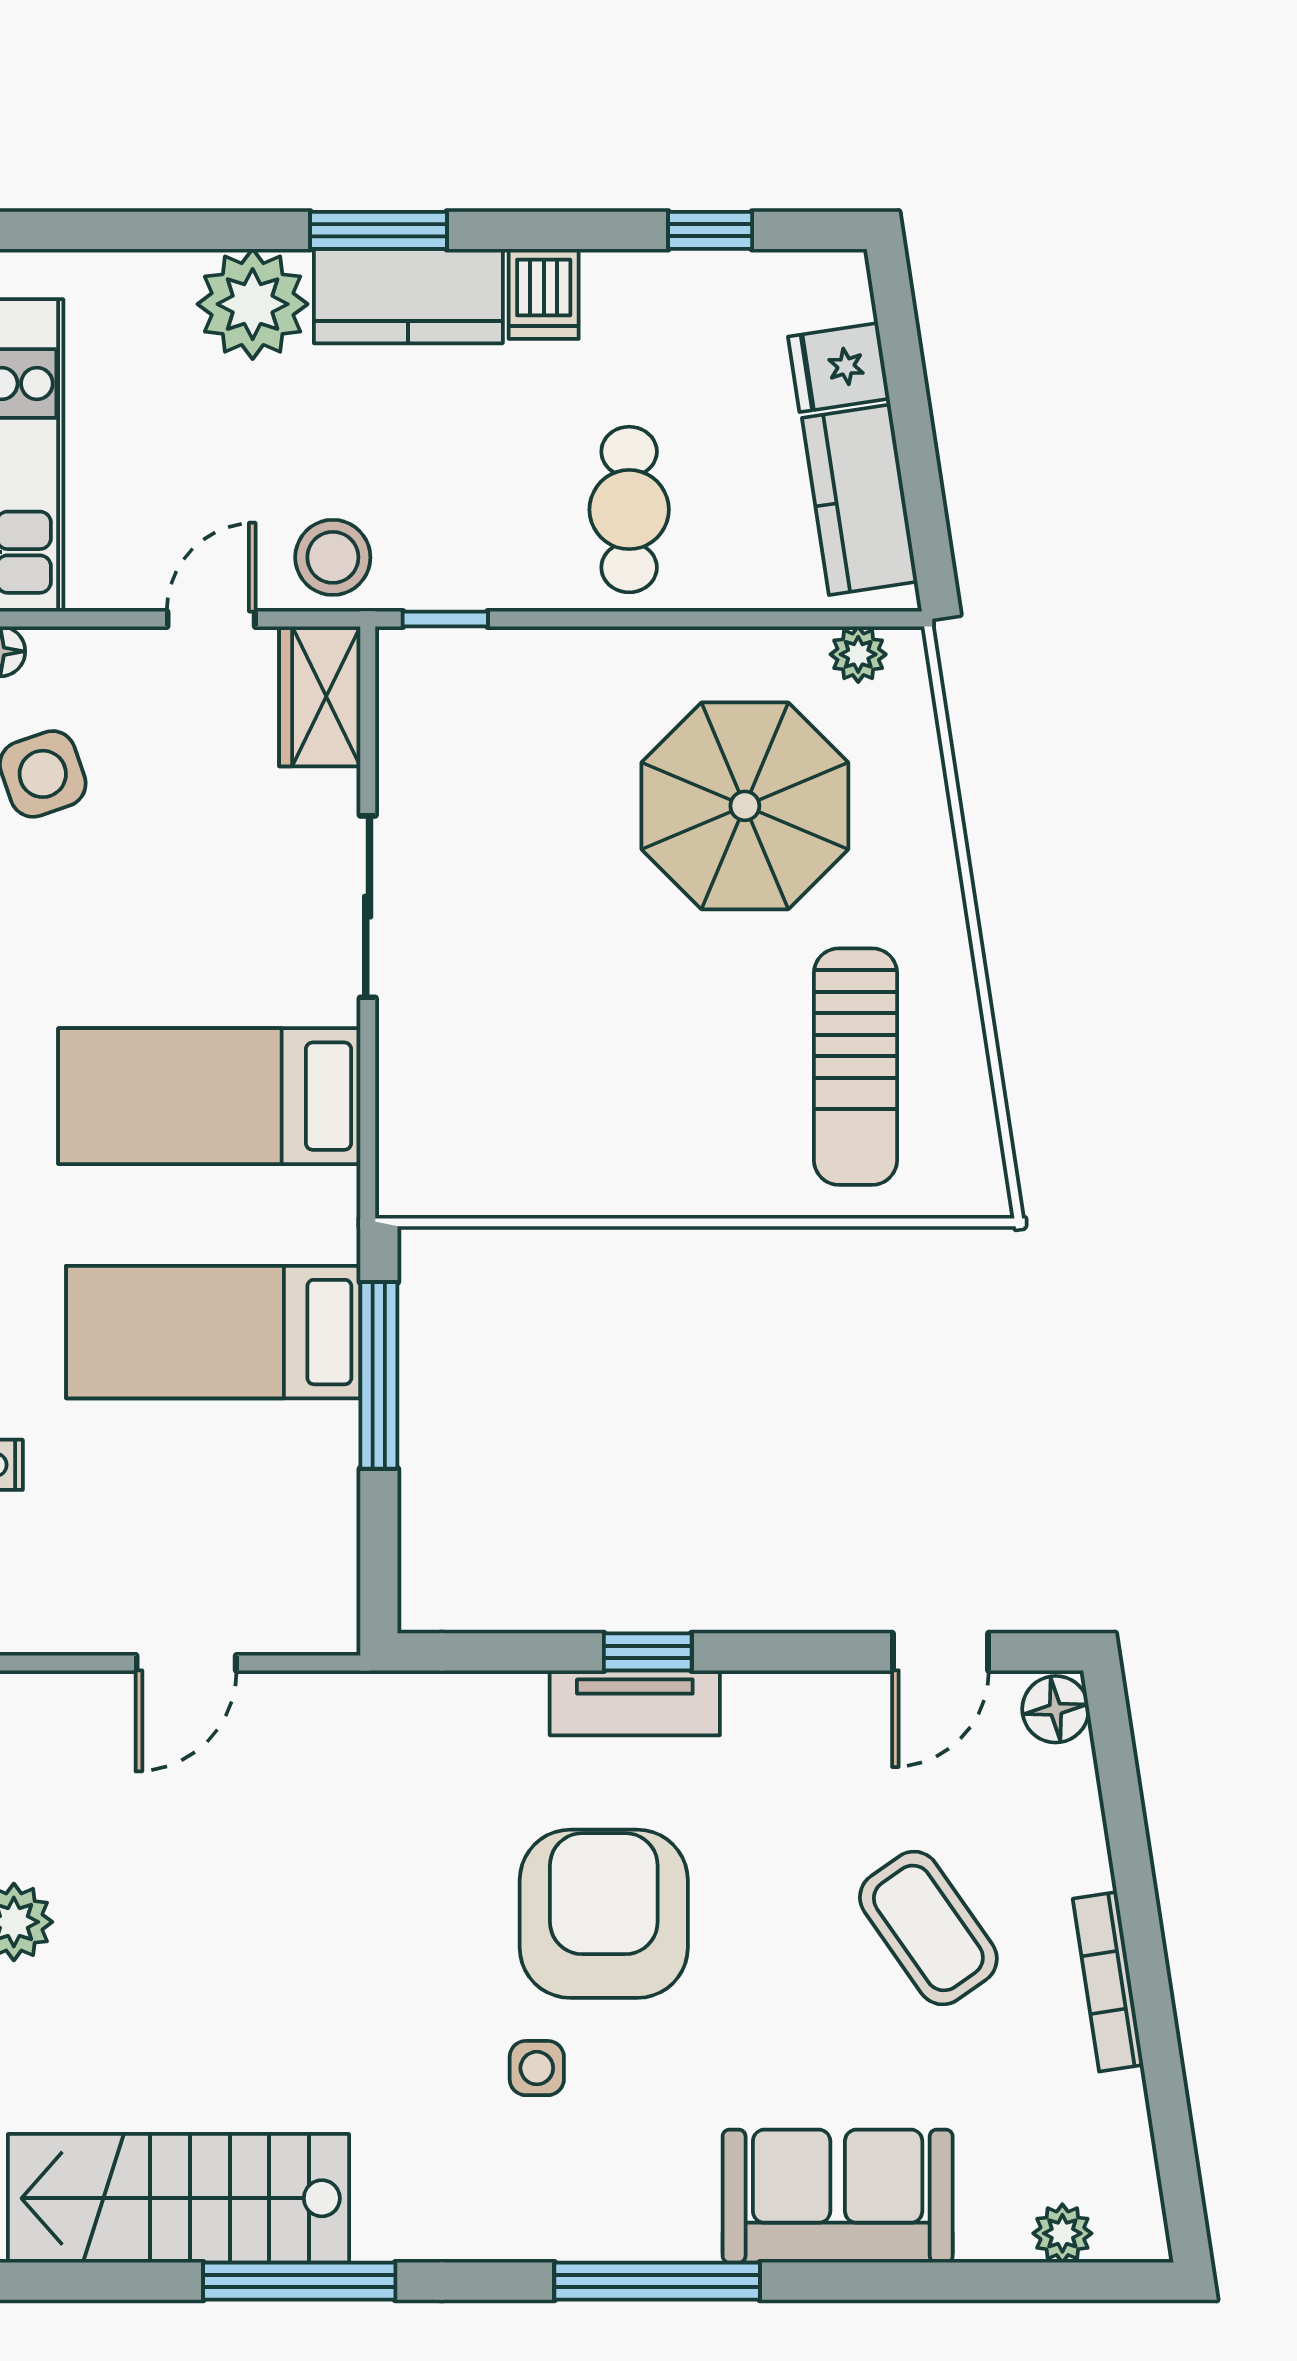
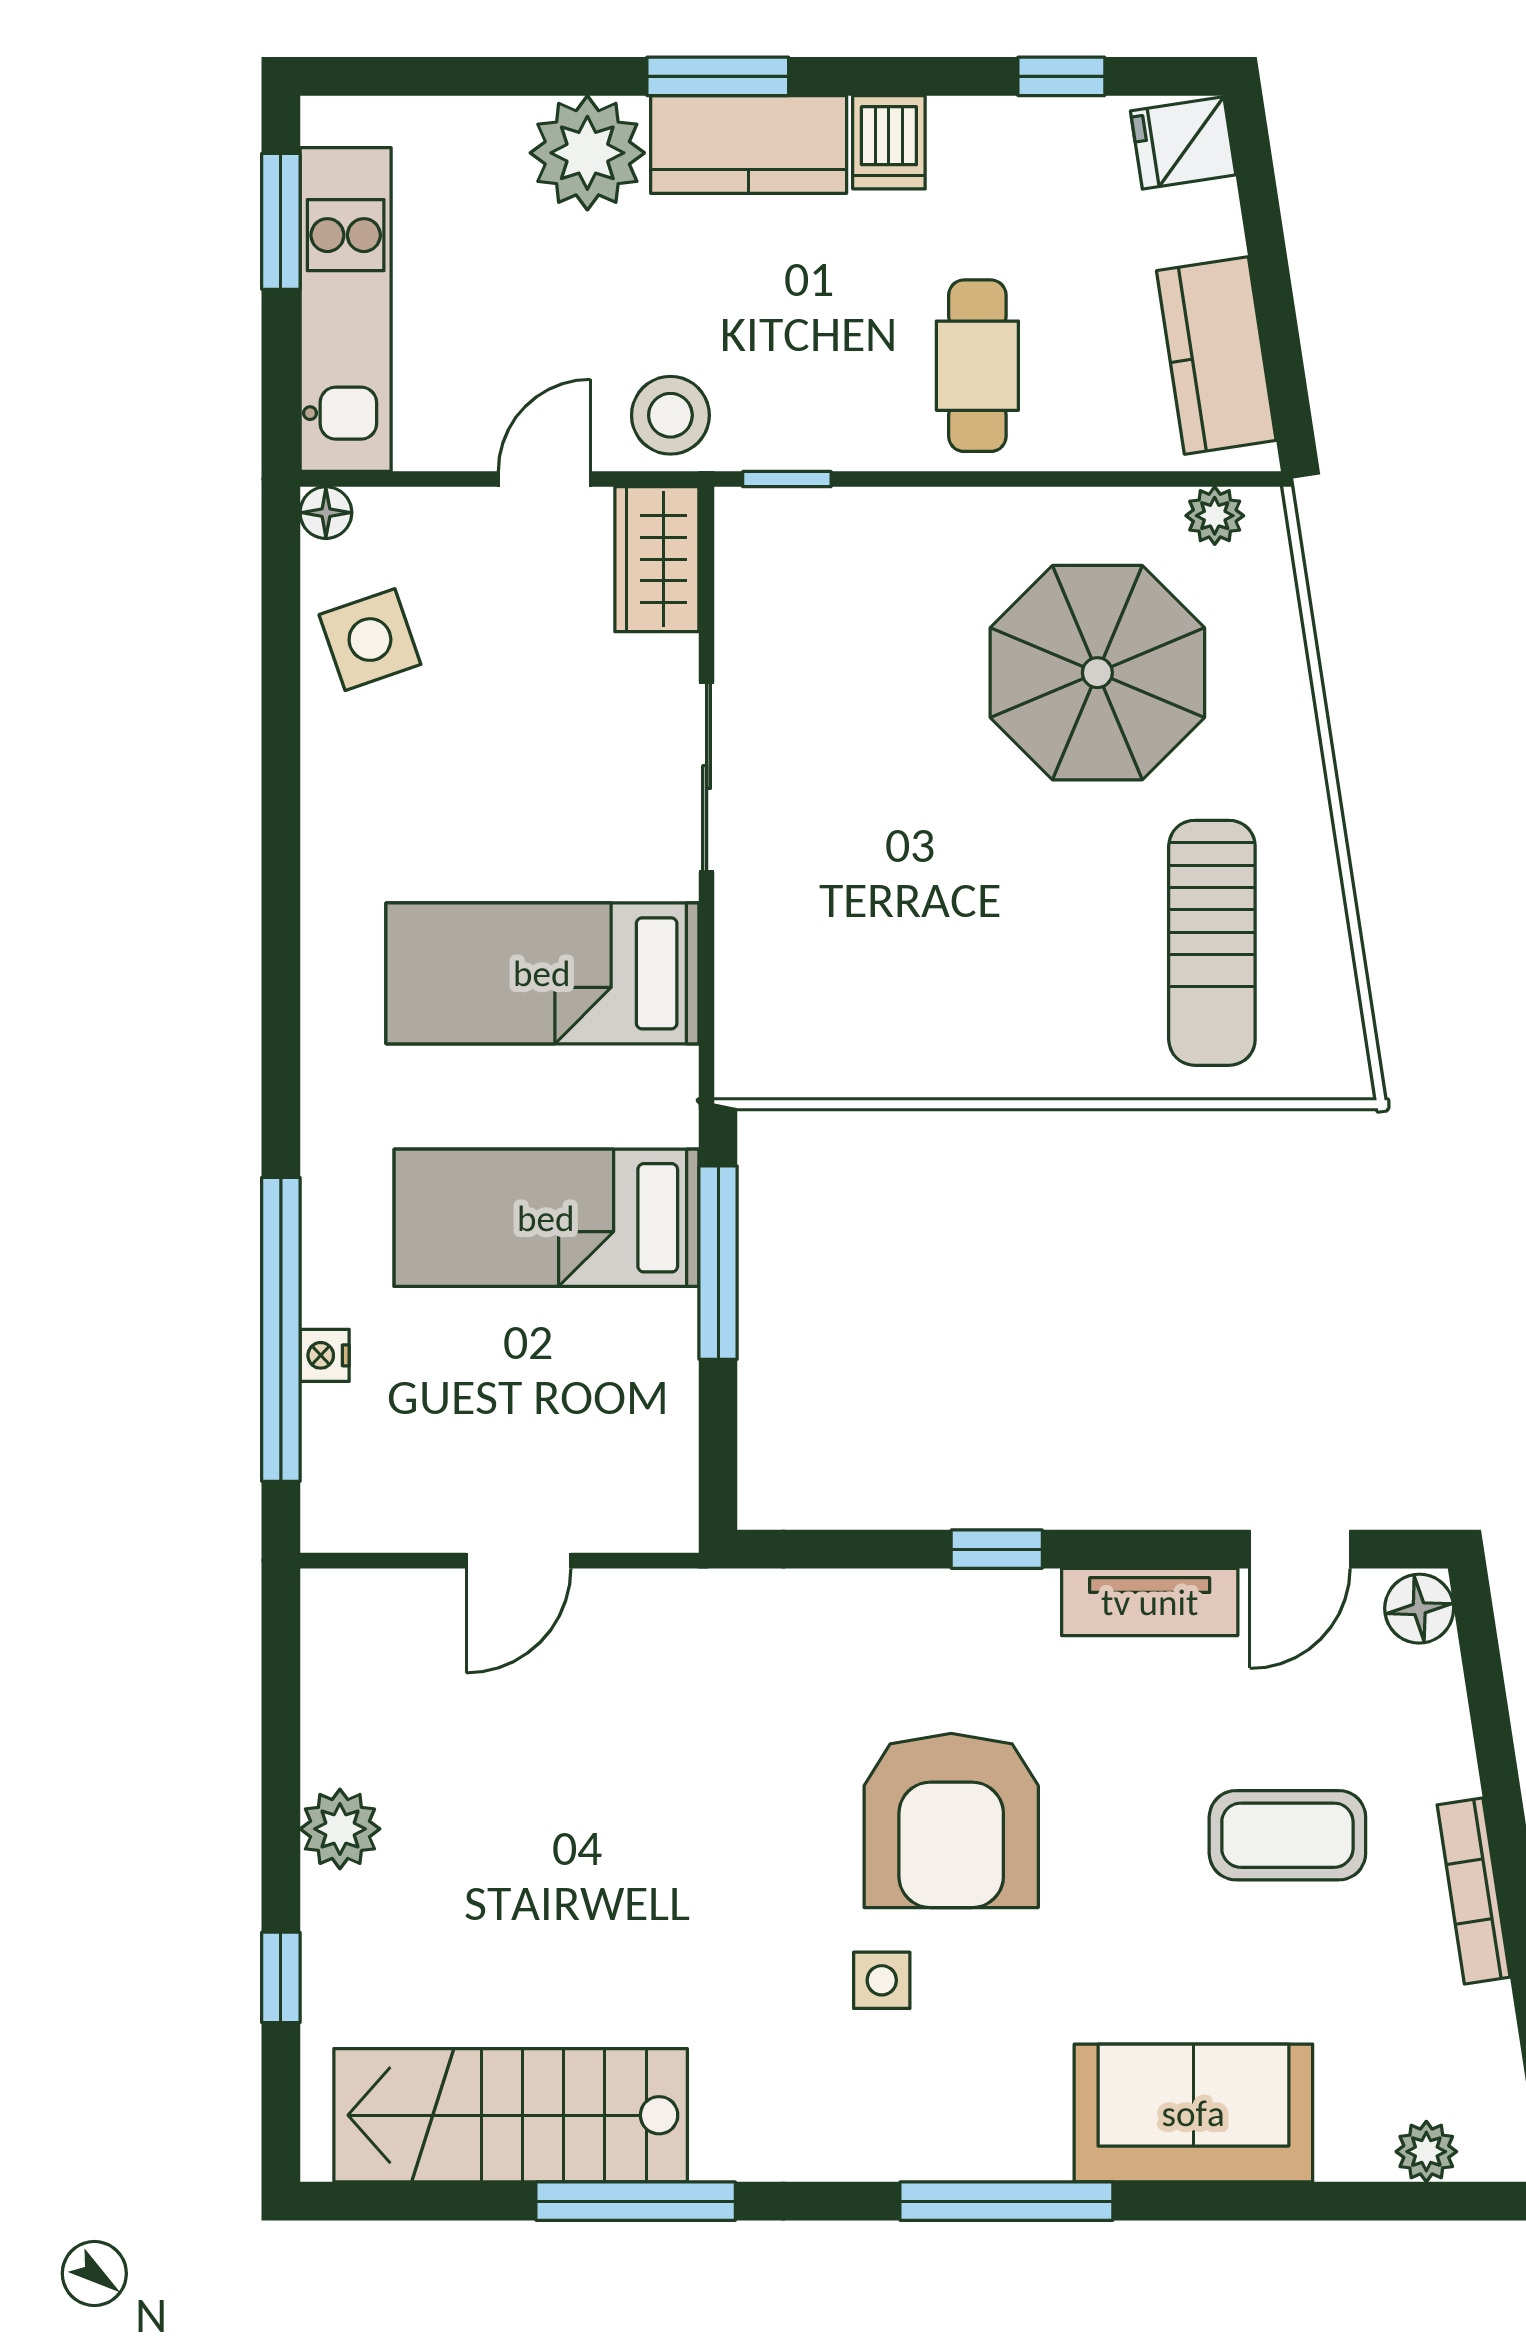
fridge: (839, 368) -> (1183, 143), moved
tv unit: (635, 1703) -> (1150, 1602), moved
armchair: (604, 1914) -> (951, 1821), turned 180
coffee table: (928, 1928) -> (1287, 1835), turned -55

